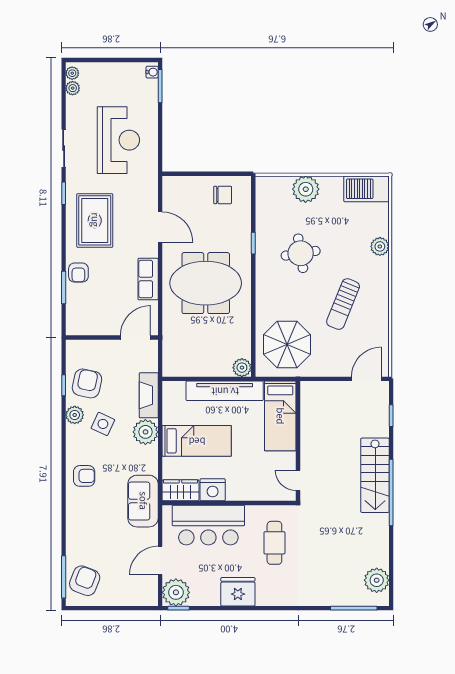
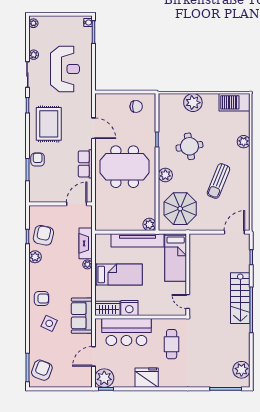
plant: (73, 88) -> (34, 55), moved
armchair: (78, 273) -> (38, 160), turned 180
plant: (265, 295) -> (165, 175), added
side table: (103, 424) -> (49, 323), moved
plant: (145, 432) -> (87, 264), width x0.53, depth x0.53

